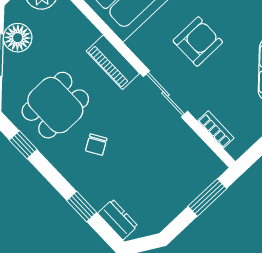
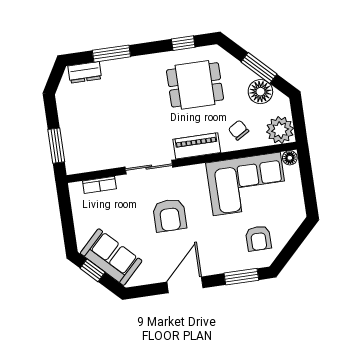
dining table: (55, 105) -> (195, 85), turned 90
chair: (96, 145) -> (239, 130), moved
window: (82, 207) -> (111, 54), width x1.50

